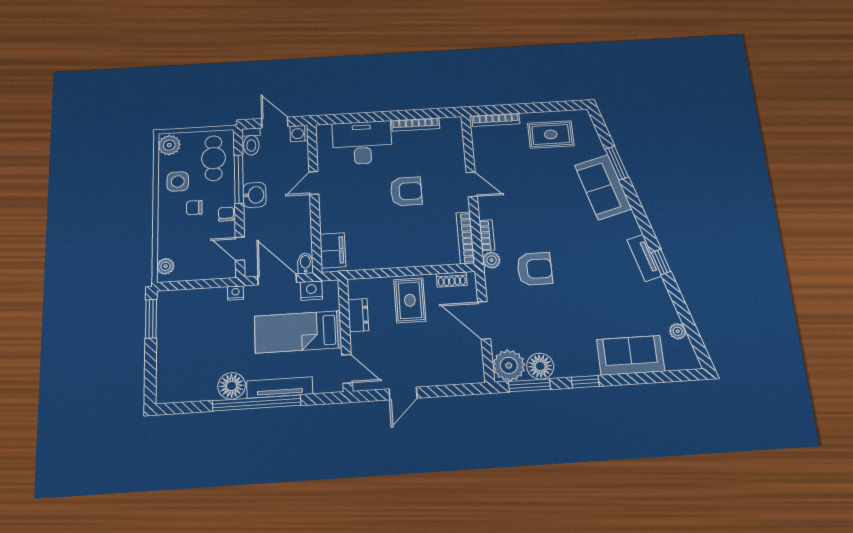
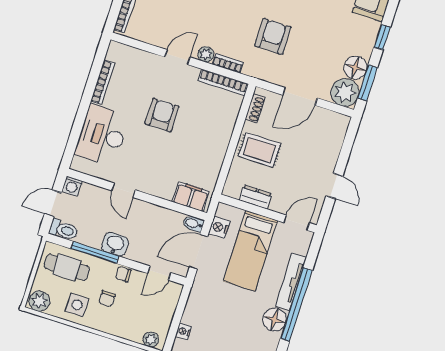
plant: (491, 260) -> (206, 54), moved
nightstand: (236, 293) -> (184, 331), moved

